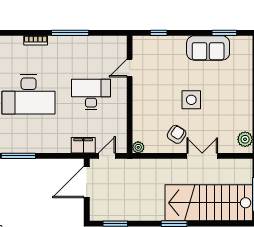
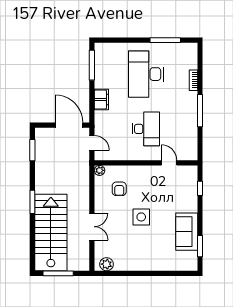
armchair: (177, 134) -> (119, 189), moved, turned 57
filing cabinet: (83, 145) -> (101, 100), moved

